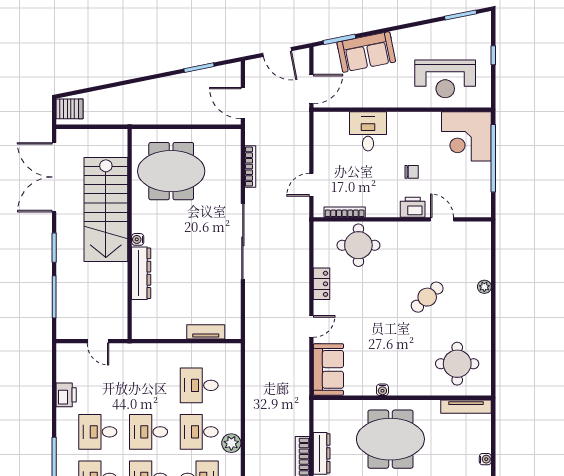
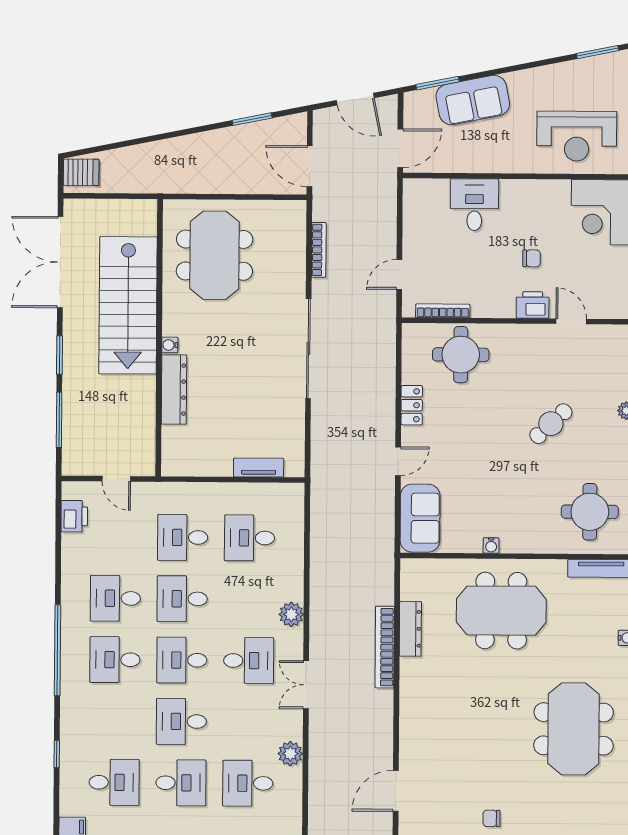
meeting table: (171, 171) -> (215, 255), turned 90
printer: (66, 395) -> (74, 516), moved
desk: (199, 432) -> (183, 537), moved

